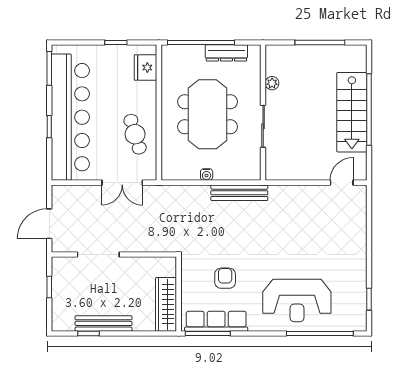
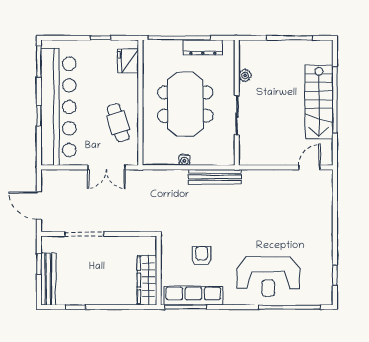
door: (49, 224) -> (39, 205), hinge flipped
bench: (103, 323) -> (48, 279), moved, turned 90

